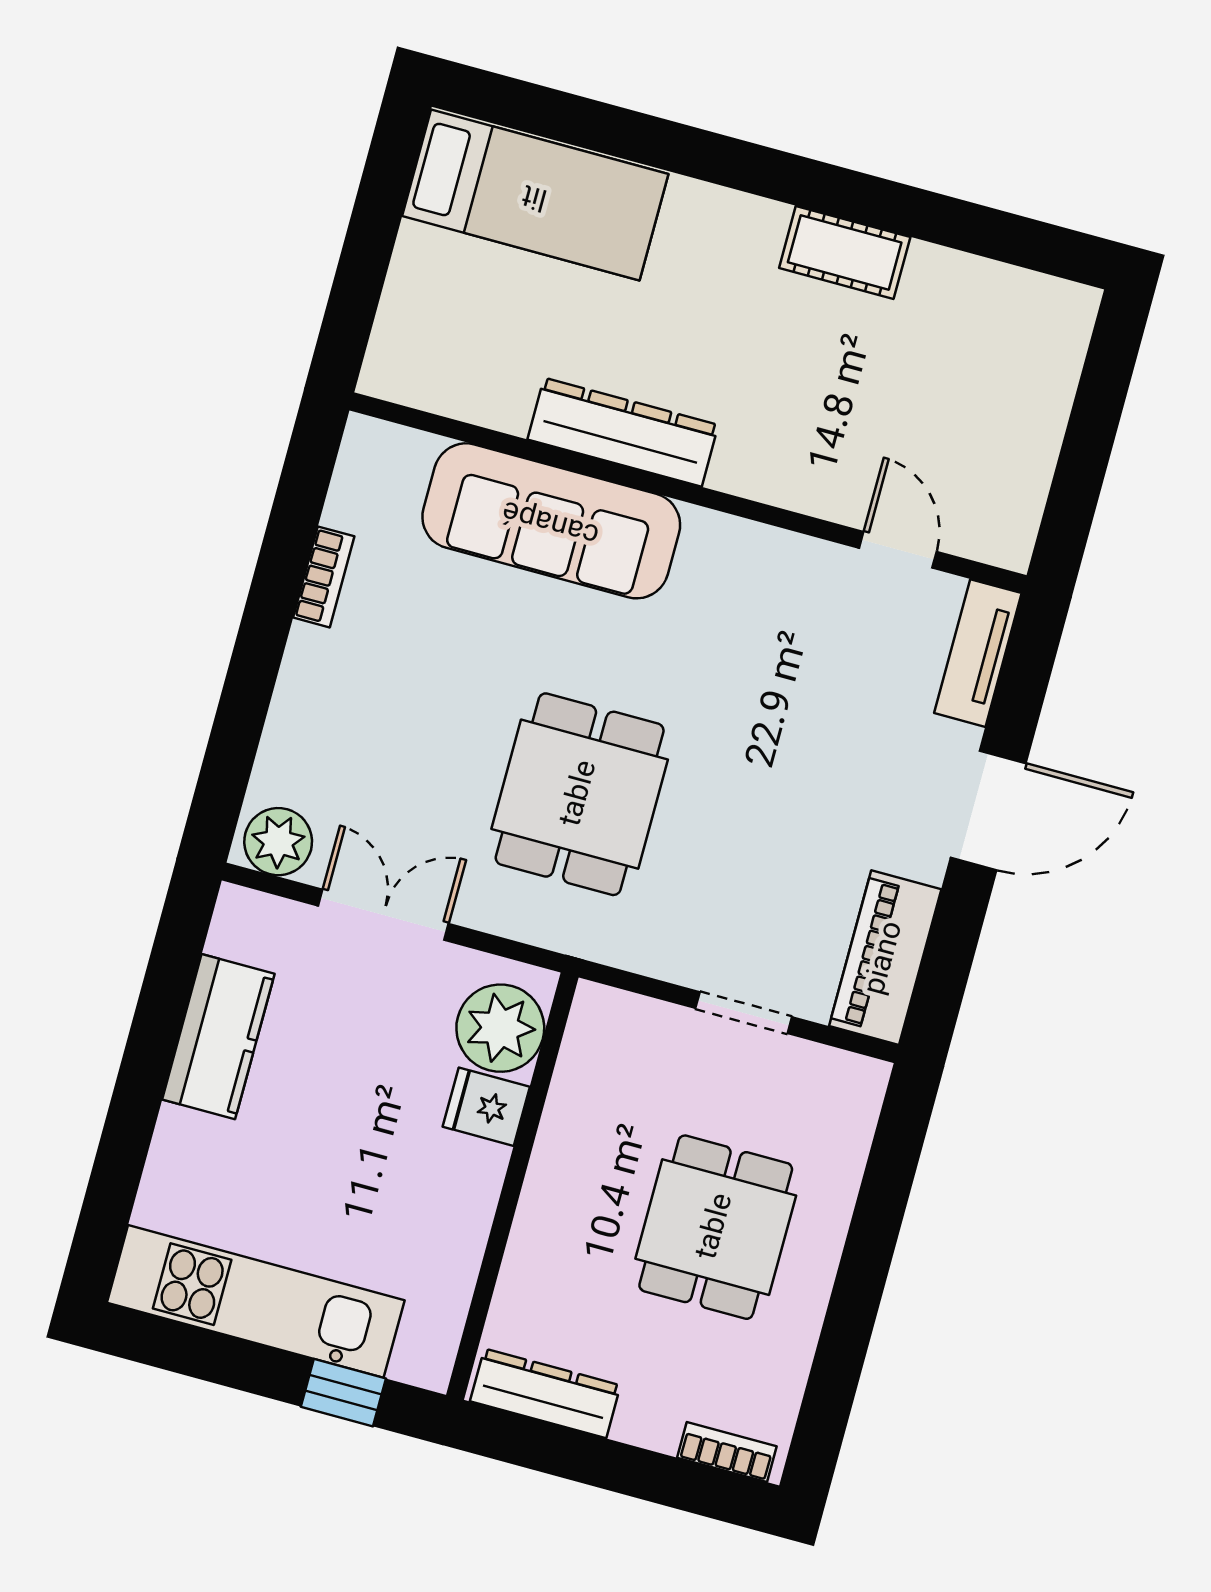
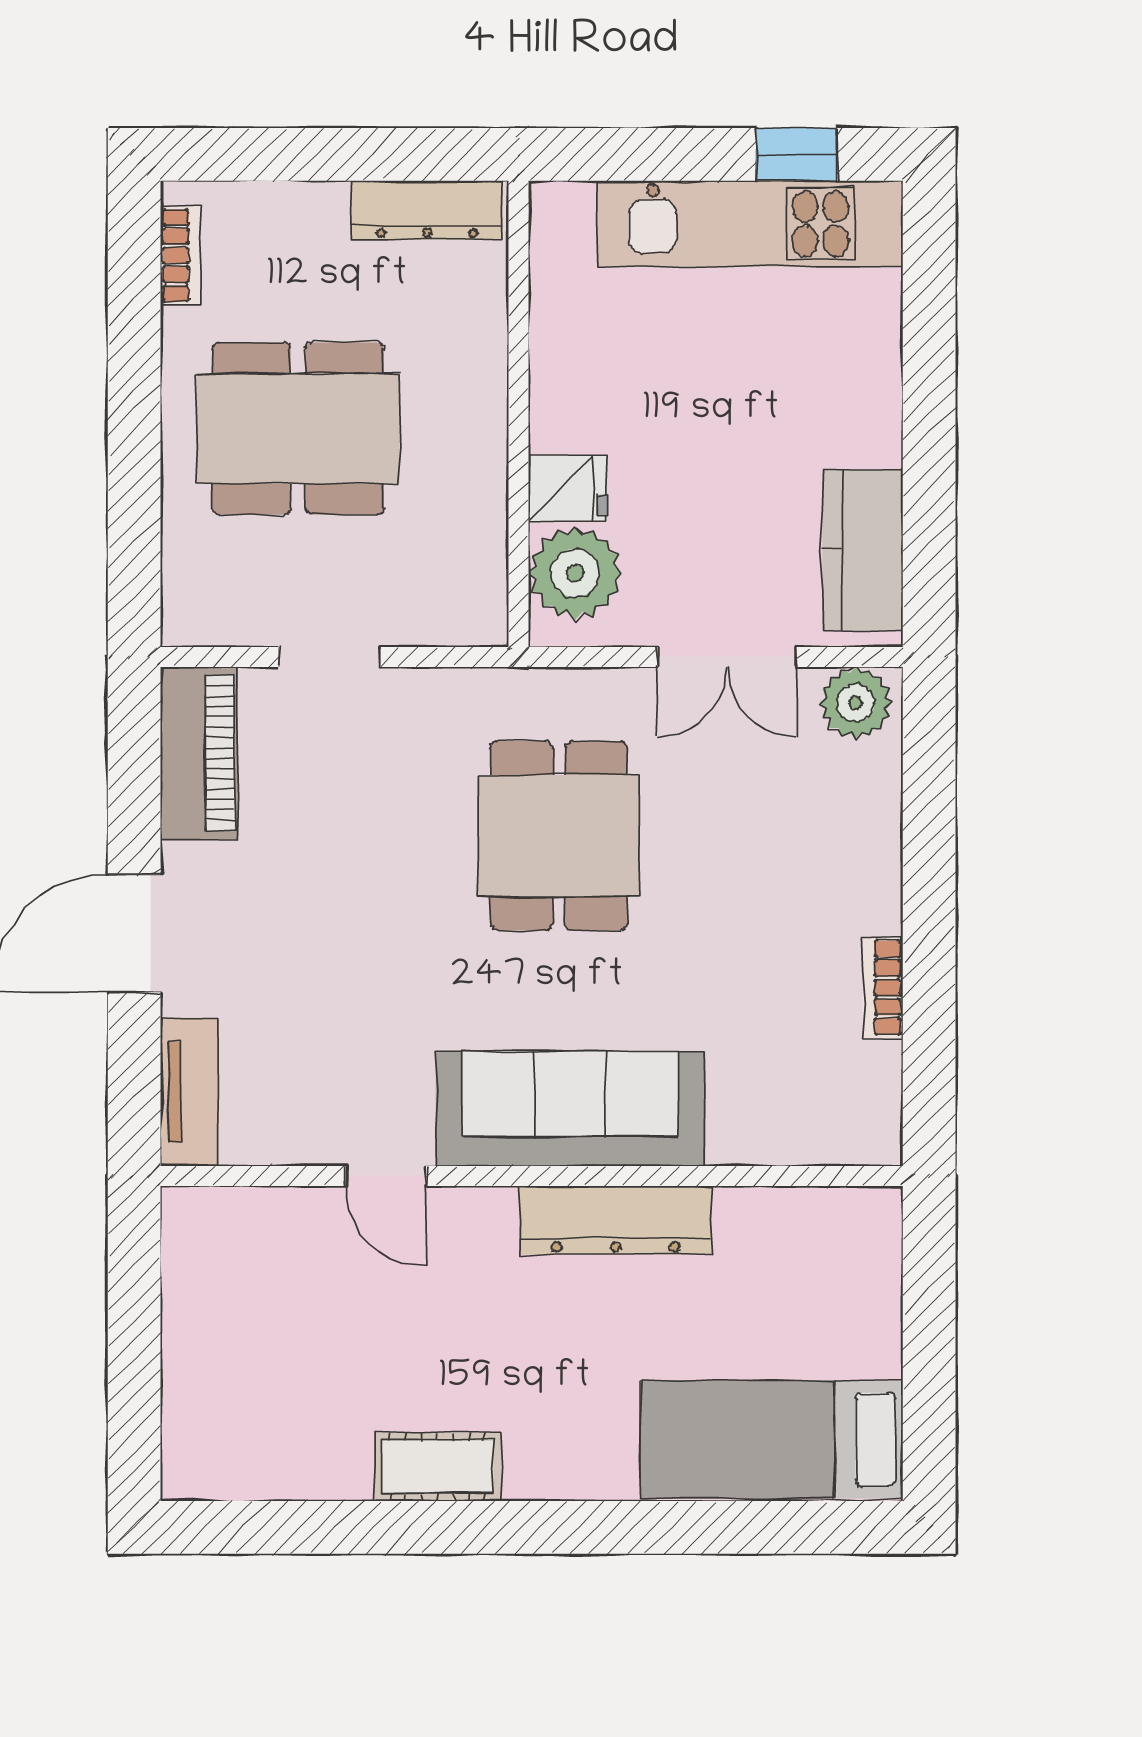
sofa: (551, 521) -> (570, 1109), moved
door: (898, 550) -> (386, 1176), moved
kitchen counter: (218, 1037) -> (863, 550), moved
dining table: (716, 1227) -> (298, 429), width x1.37
window: (343, 1393) -> (797, 154), moved
bookcase: (727, 1452) -> (180, 255), moved, turned -90

